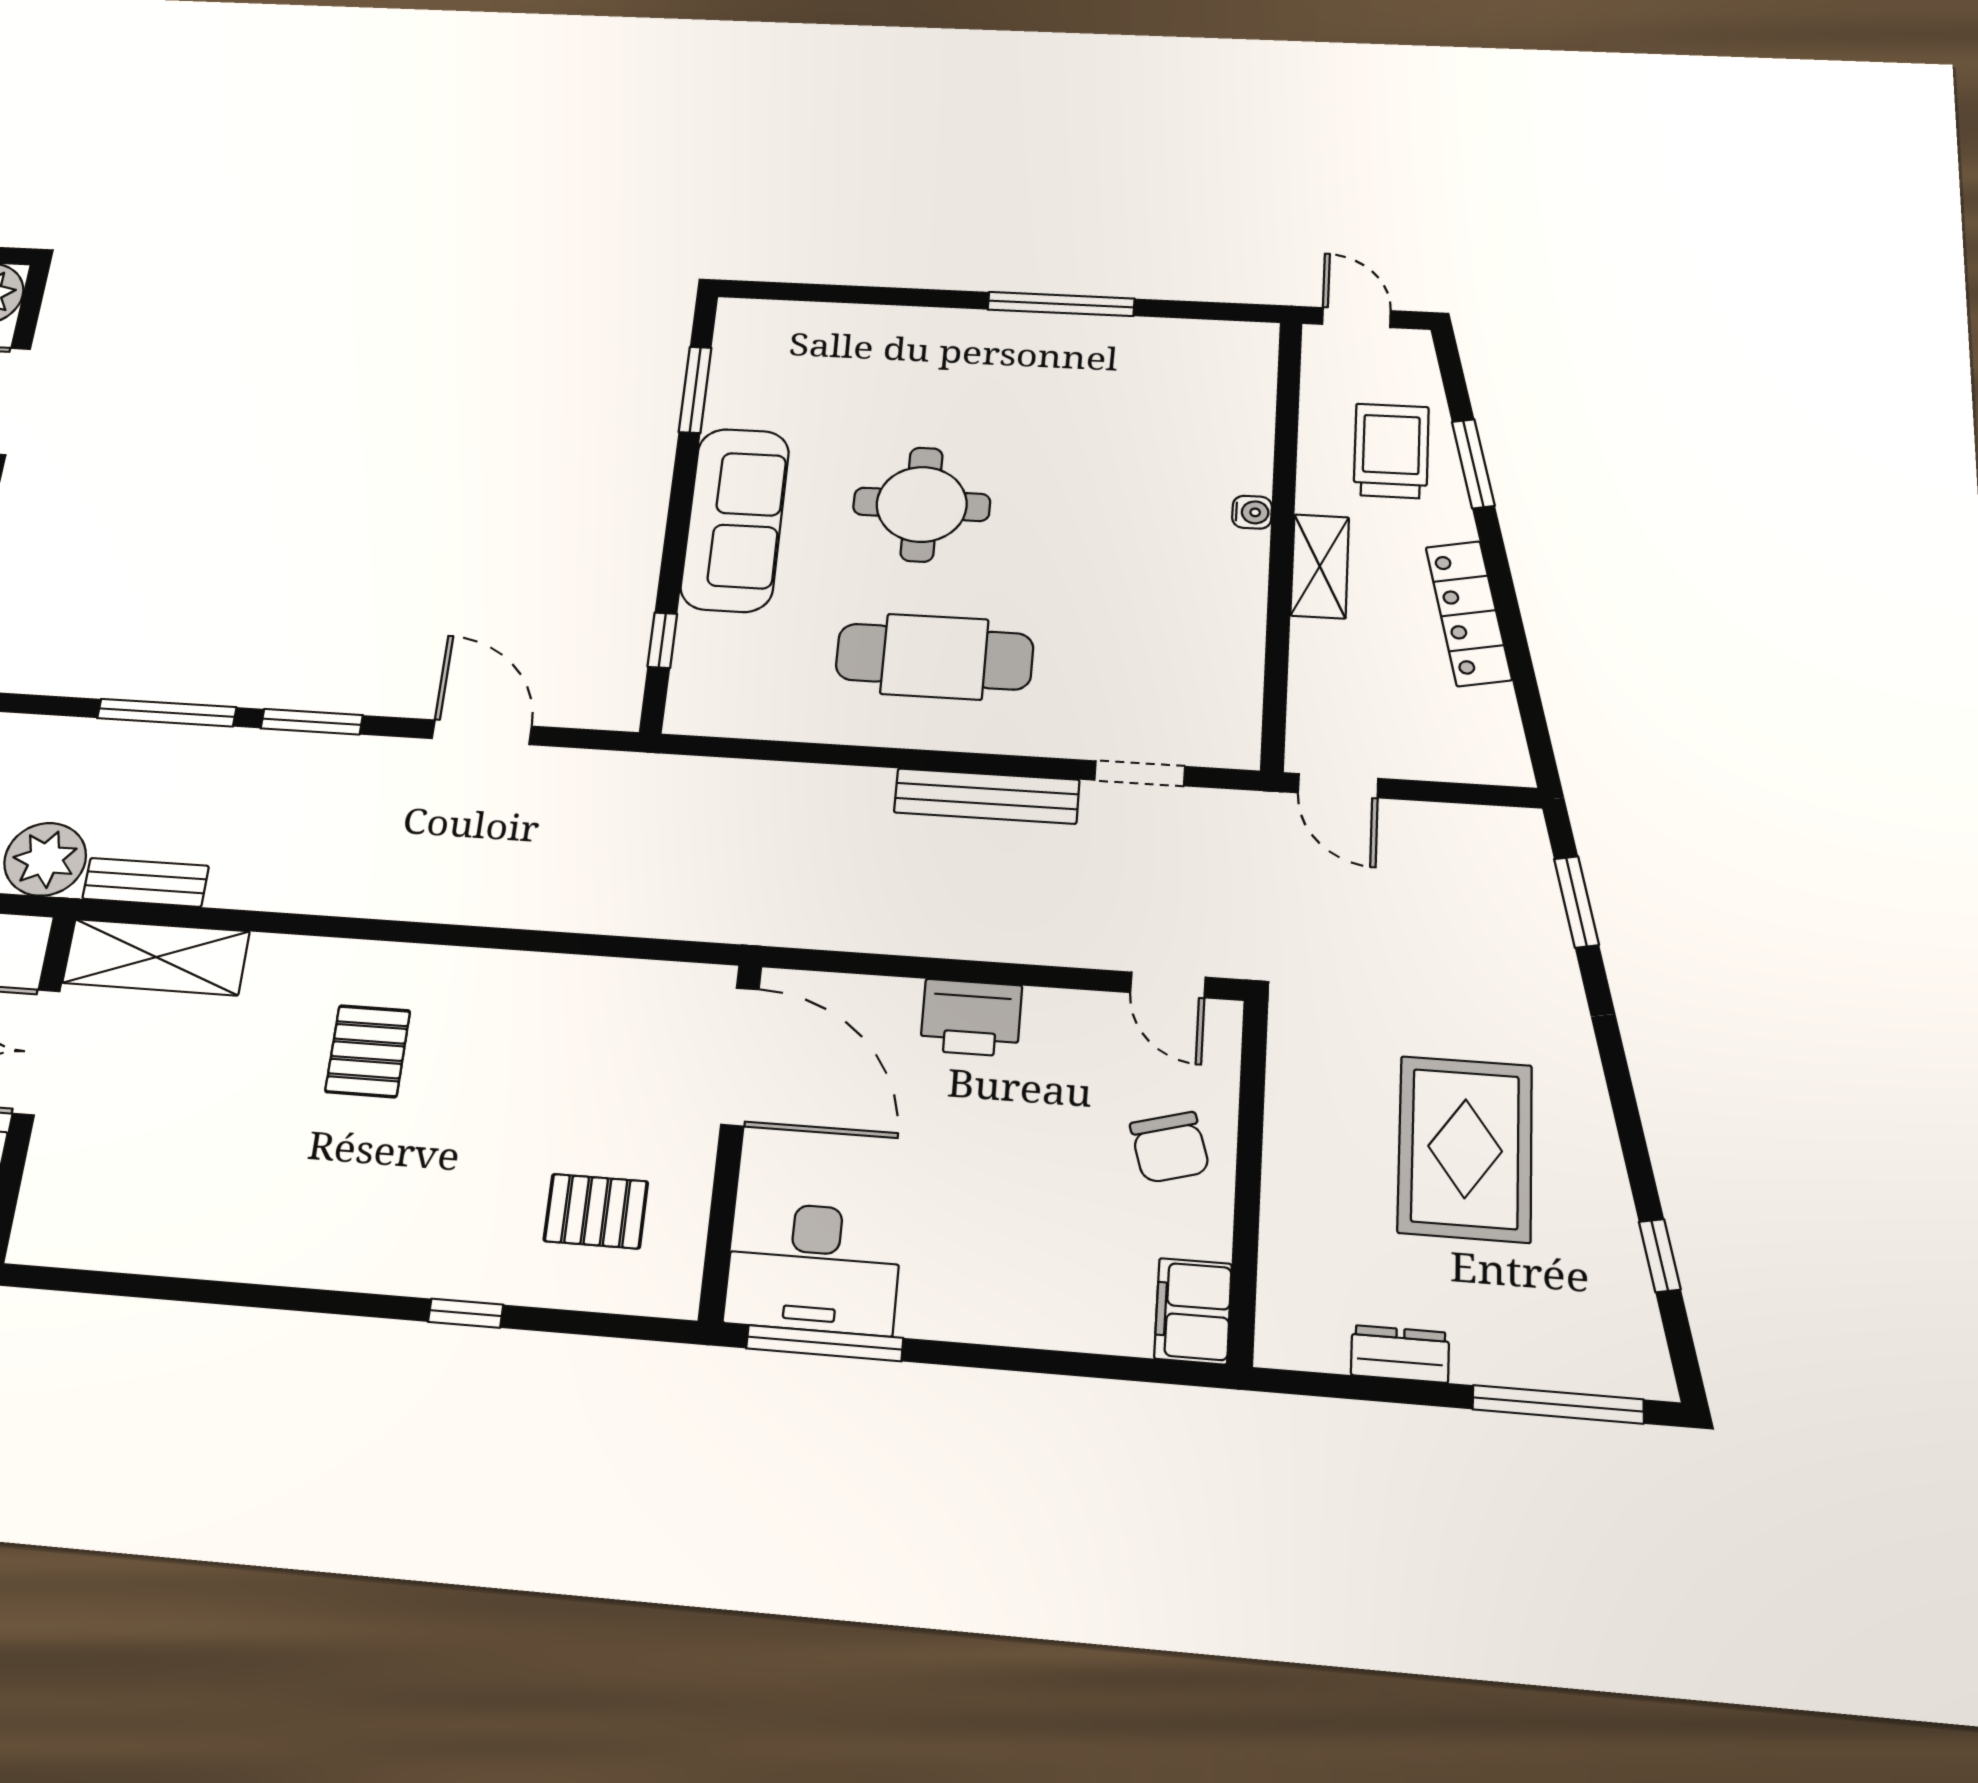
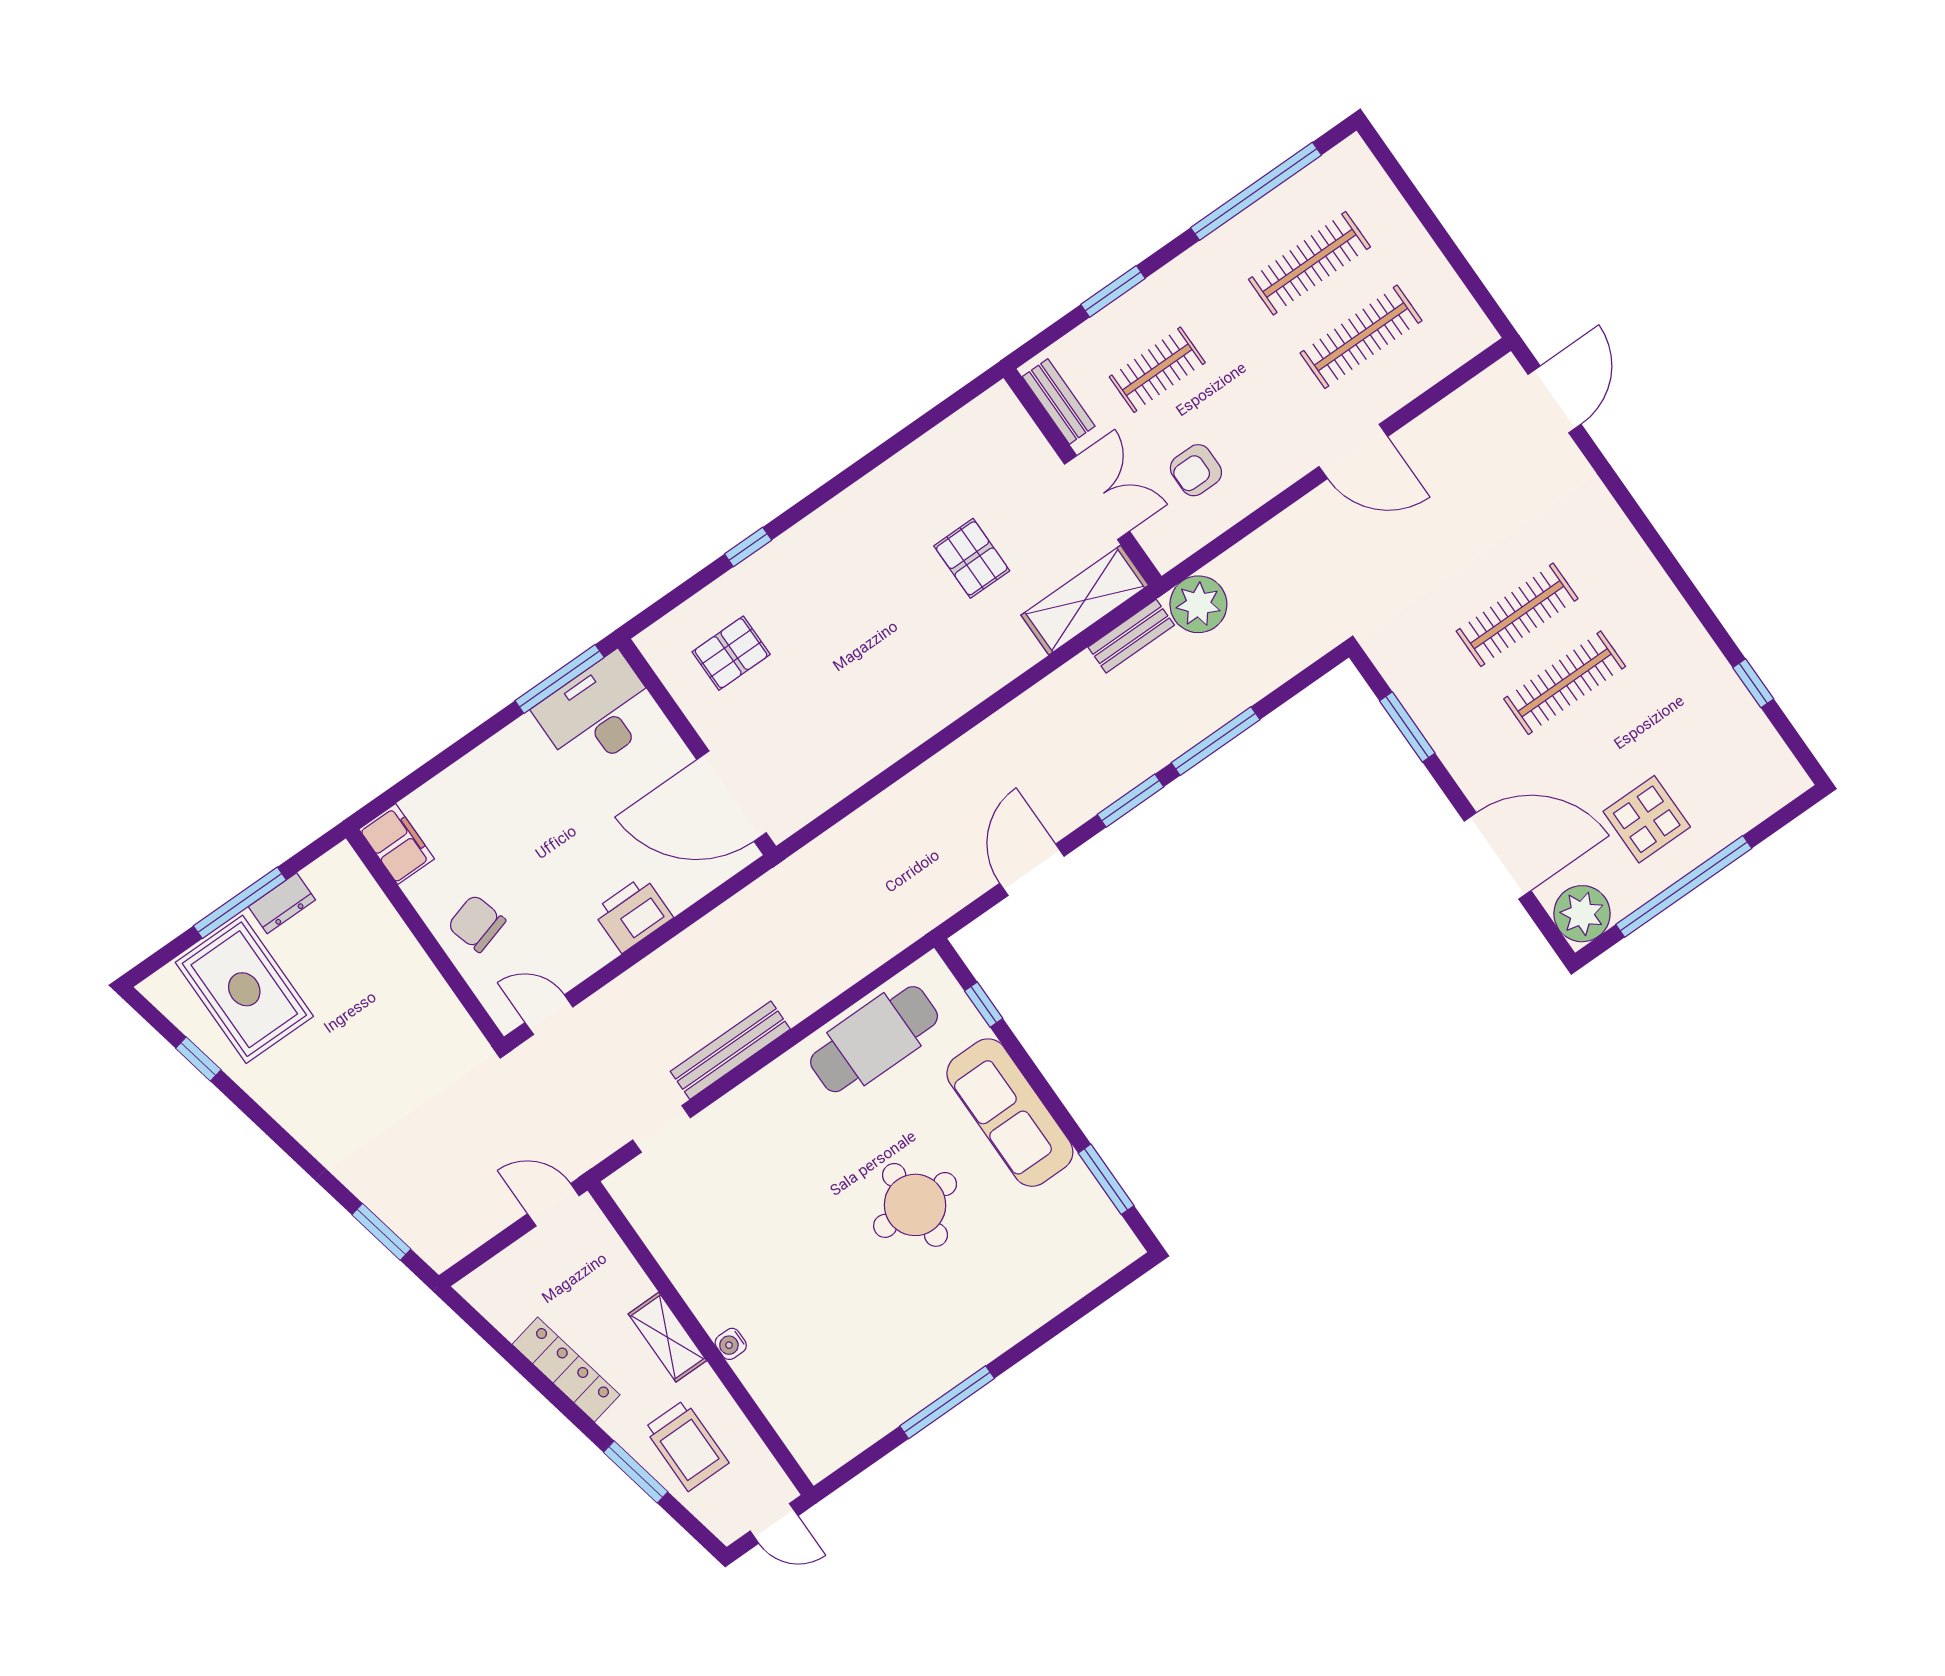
cafe table: (934, 657) -> (874, 1039), moved
door: (482, 732) -> (1032, 870), swing flipped
pallet: (368, 1051) -> (972, 558), moved
rug: (1465, 1149) -> (244, 989), moved
window: (1558, 1404) -> (240, 903), moved

